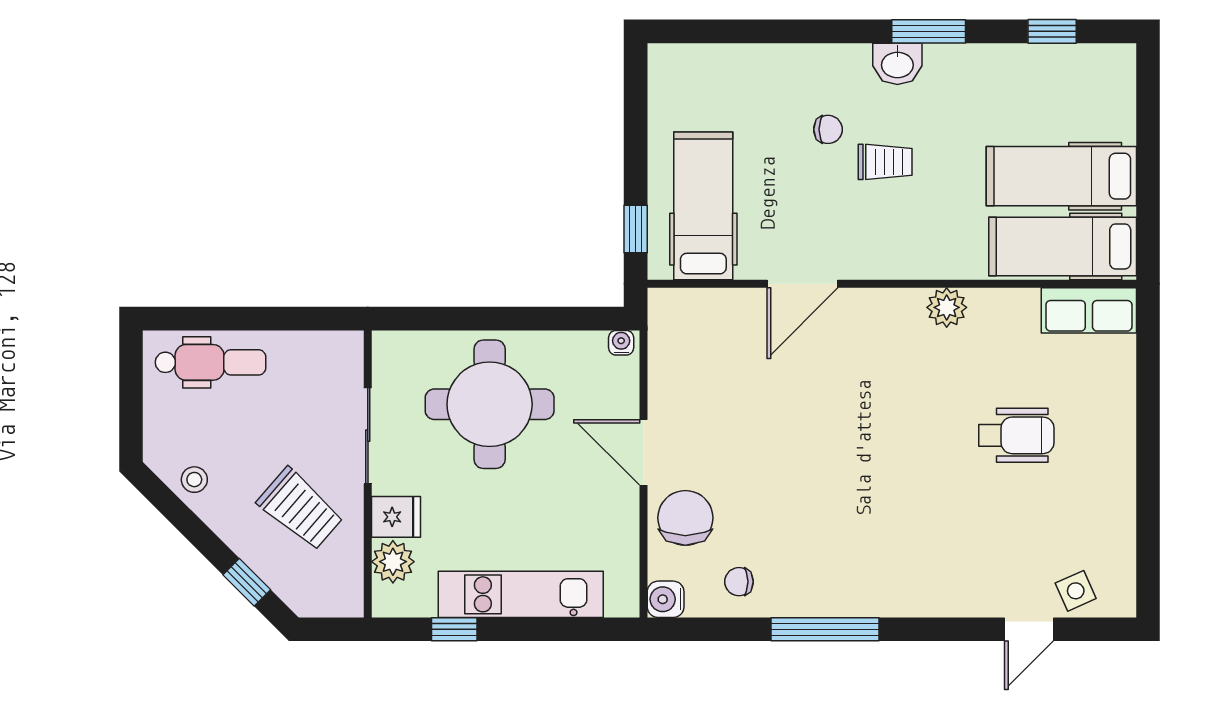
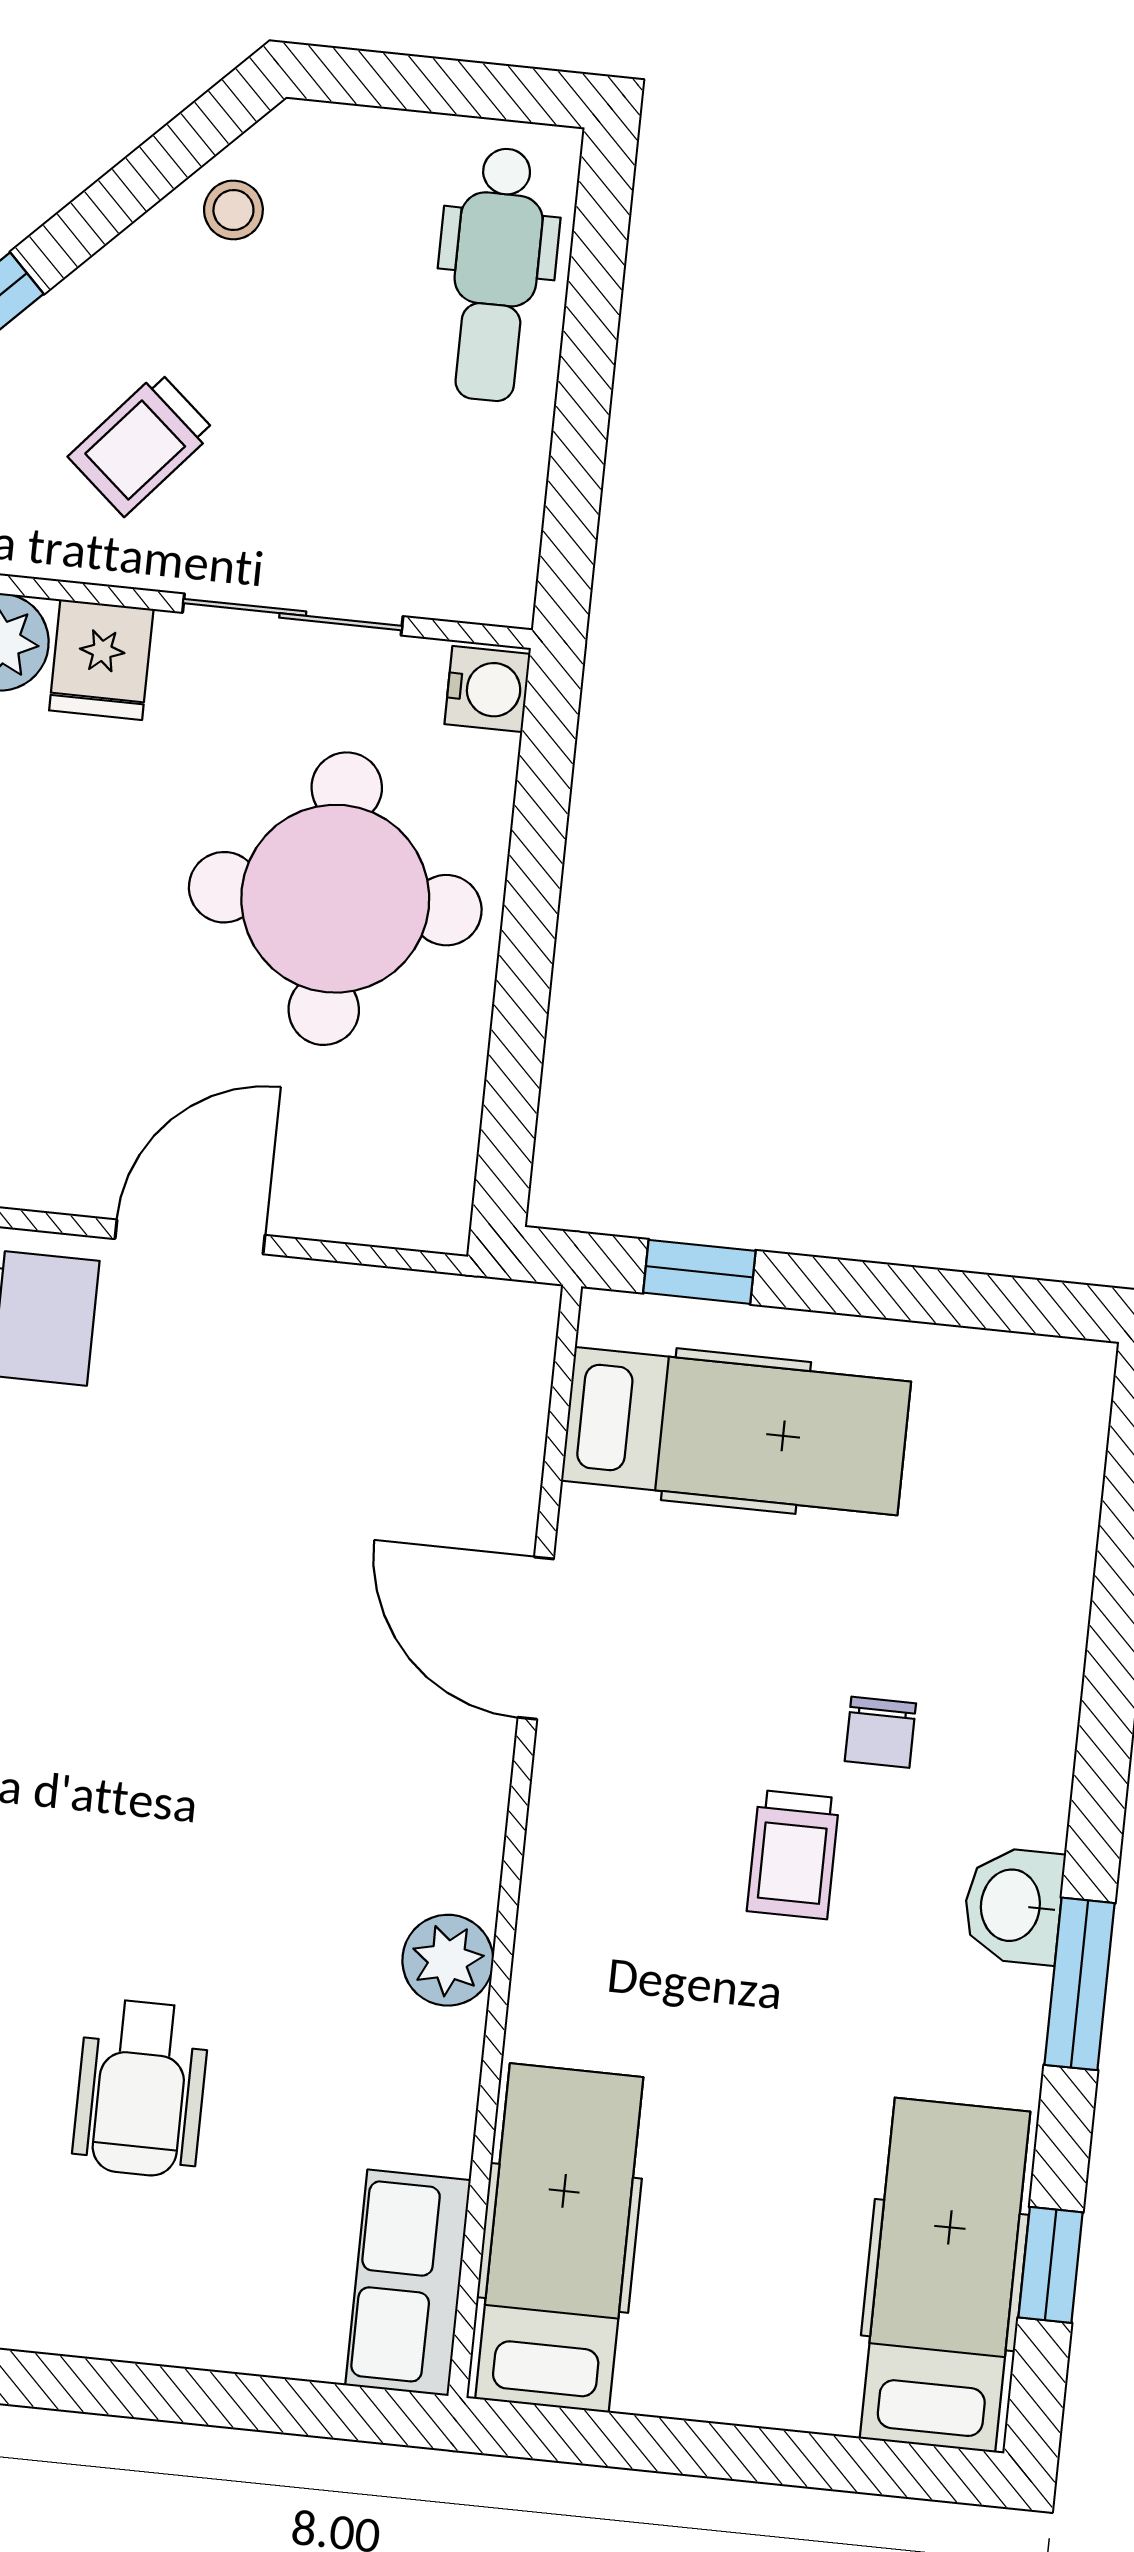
hospital bed: (1061, 176) -> (945, 2275), moved
water cooler: (621, 343) -> (487, 689), moved, width x1.38, depth x1.38
trolley: (300, 509) -> (142, 444), width x0.73, depth x0.72

